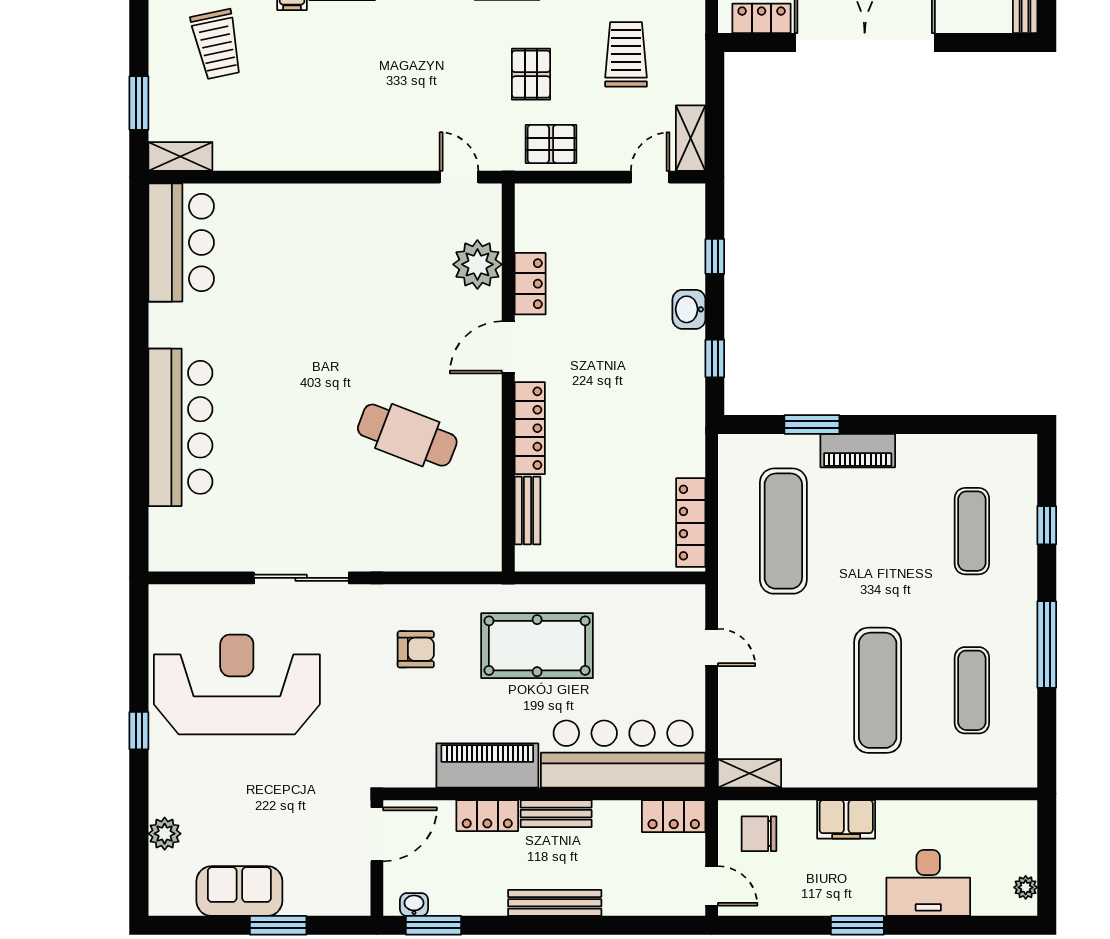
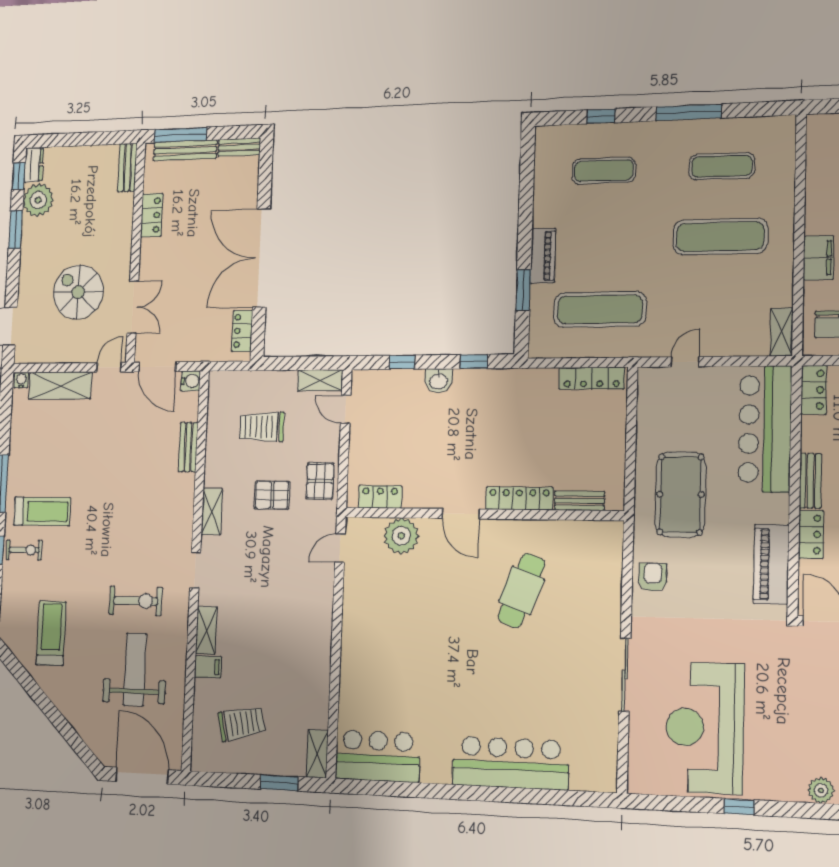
locker: (530, 284) -> (380, 497), moved
armchair: (416, 649) -> (653, 577), moved
piano: (487, 765) -> (771, 564), moved

